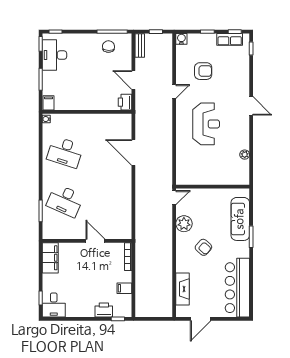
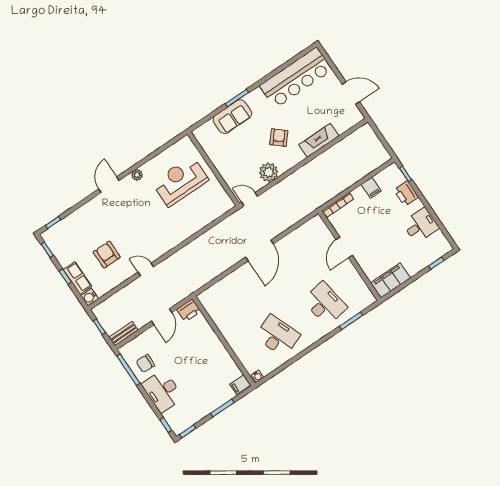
row of seats: (230, 39) -> (77, 278), moved
desk: (54, 55) -> (162, 391), moved, turned 90
reception desk: (206, 124) -> (180, 181), moved
desk: (65, 152) -> (277, 336), turned -39
door: (133, 153) -> (259, 251), moved
plant: (245, 155) -> (137, 175), moved
desk: (65, 201) -> (325, 304), turned -33
sofa: (240, 219) -> (232, 117), width x0.73
fireplace: (183, 289) -> (319, 140), moved
desk: (54, 305) -> (421, 225), moved

